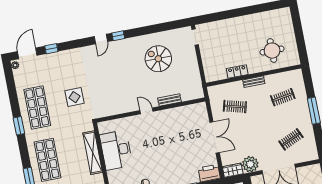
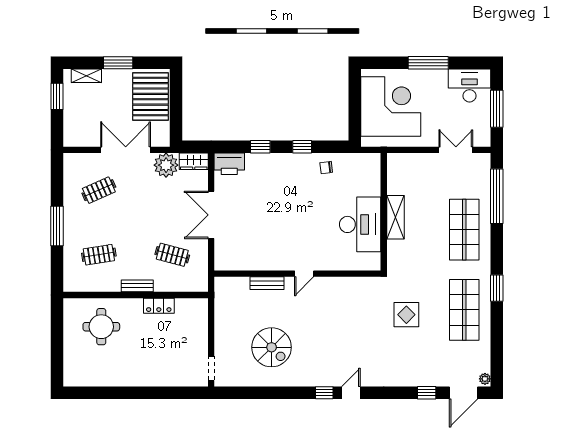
door: (146, 111) -> (304, 274), hinge flipped
shelving: (93, 153) -> (396, 217), width x0.68

